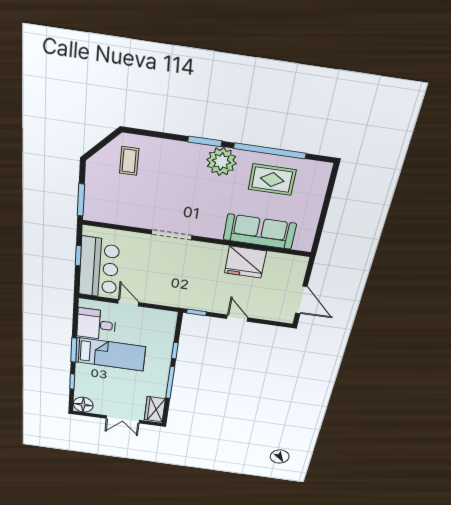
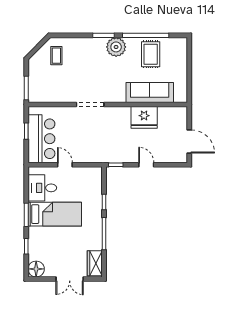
rug: (272, 180) -> (151, 54), turned 90

